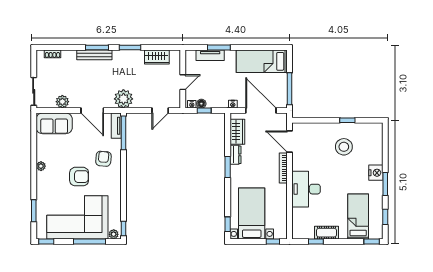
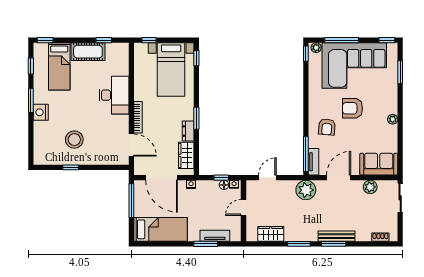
door: (92, 111) -> (339, 178), hinge flipped
cot: (327, 233) -> (88, 52), width x1.37, depth x1.34

